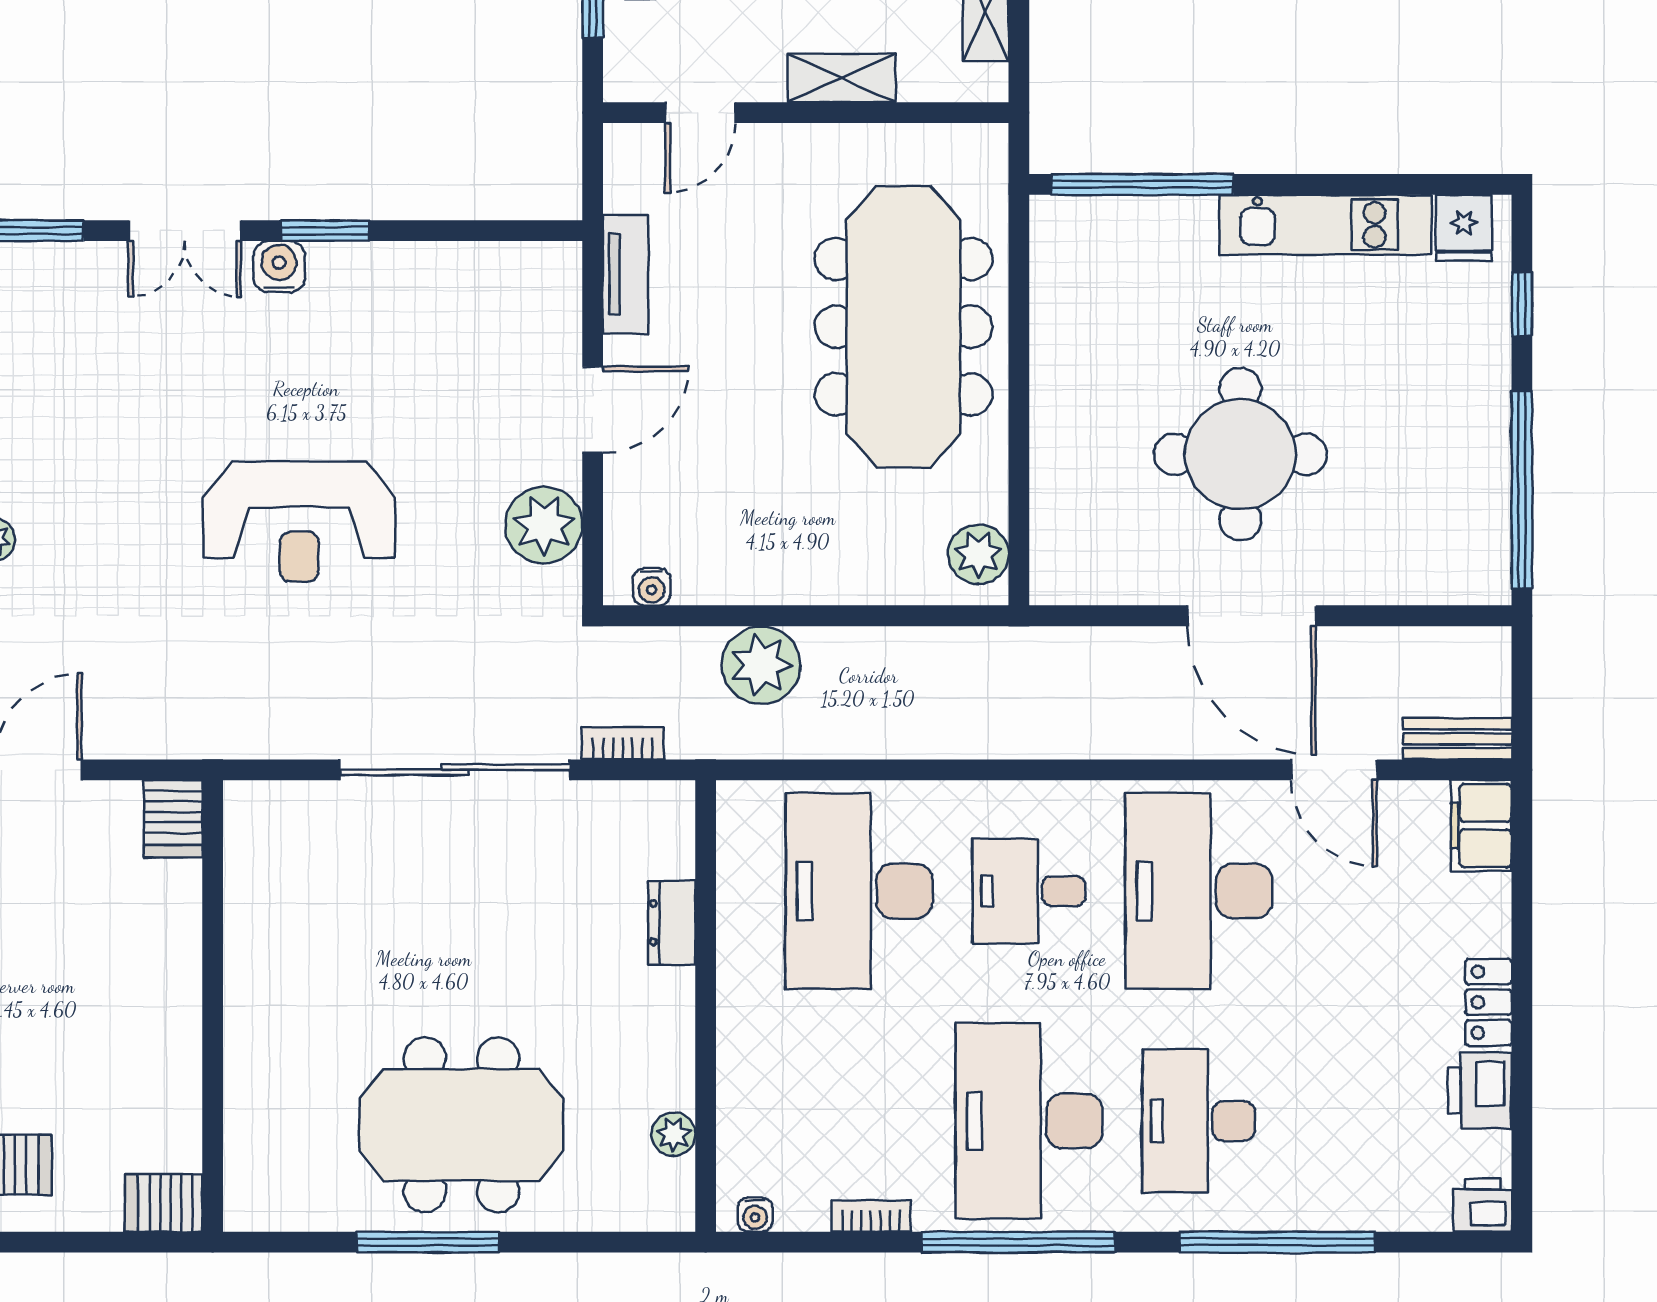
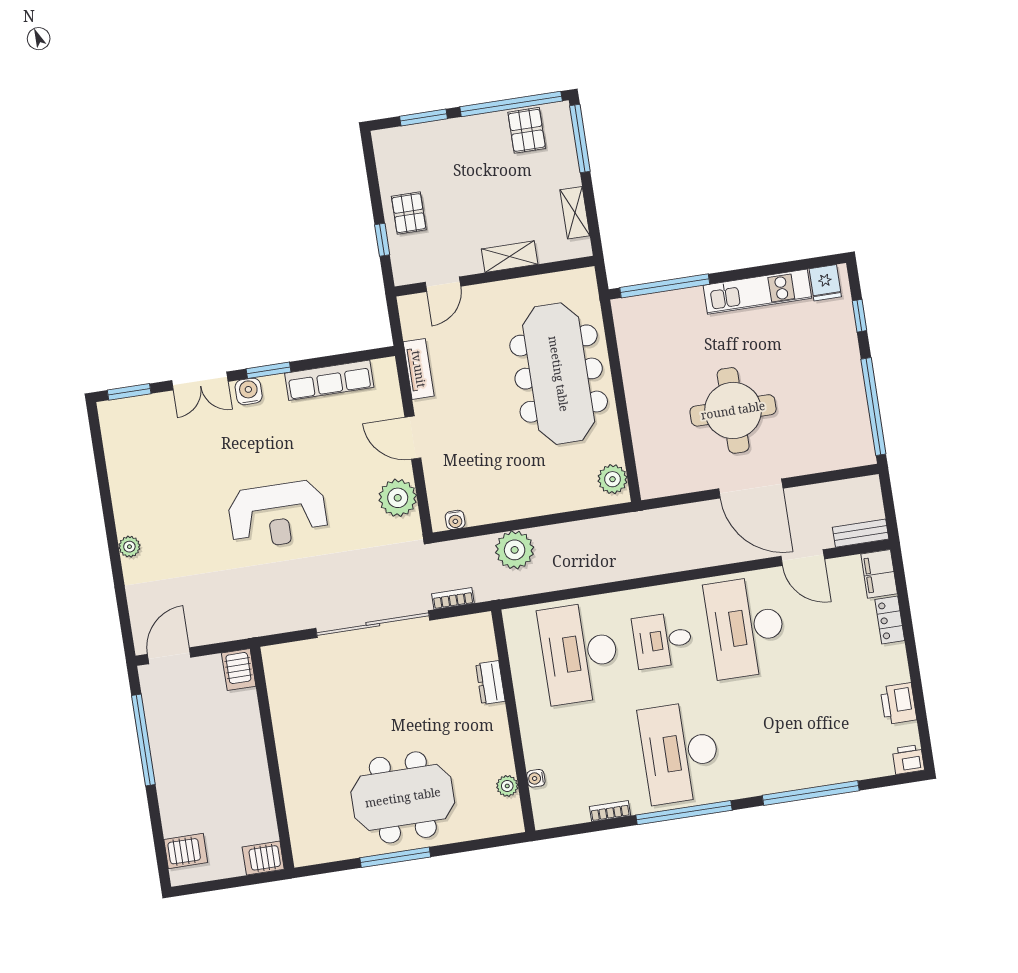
row of seats: (443, 269) -> (329, 380), added
door: (593, 410) -> (413, 438), swing flipped
locker: (1489, 1002) -> (890, 620), moved
desk: (1199, 1121) -> (763, 740), removed
water cooler: (755, 1215) -> (536, 778), moved, turned 90

